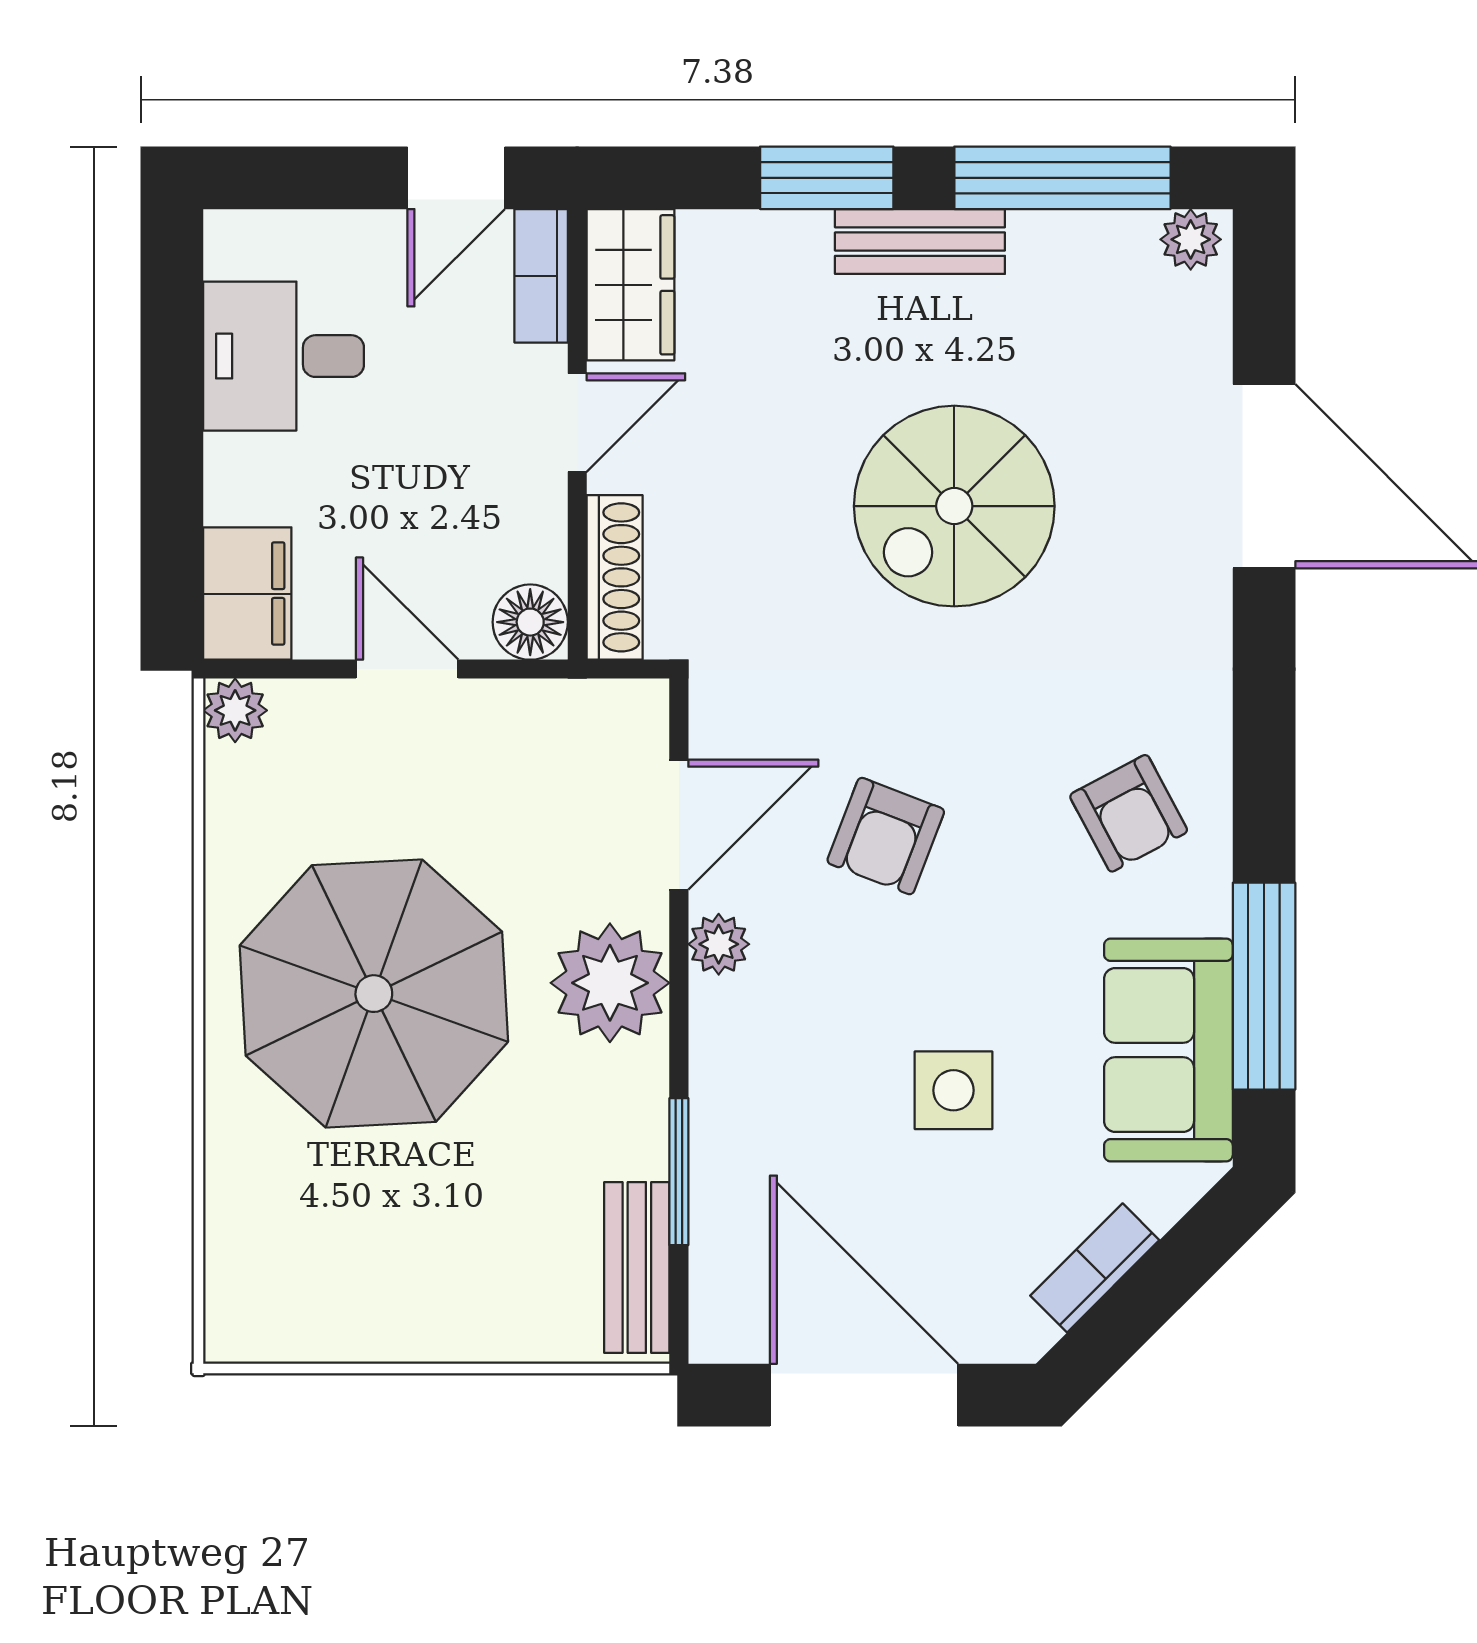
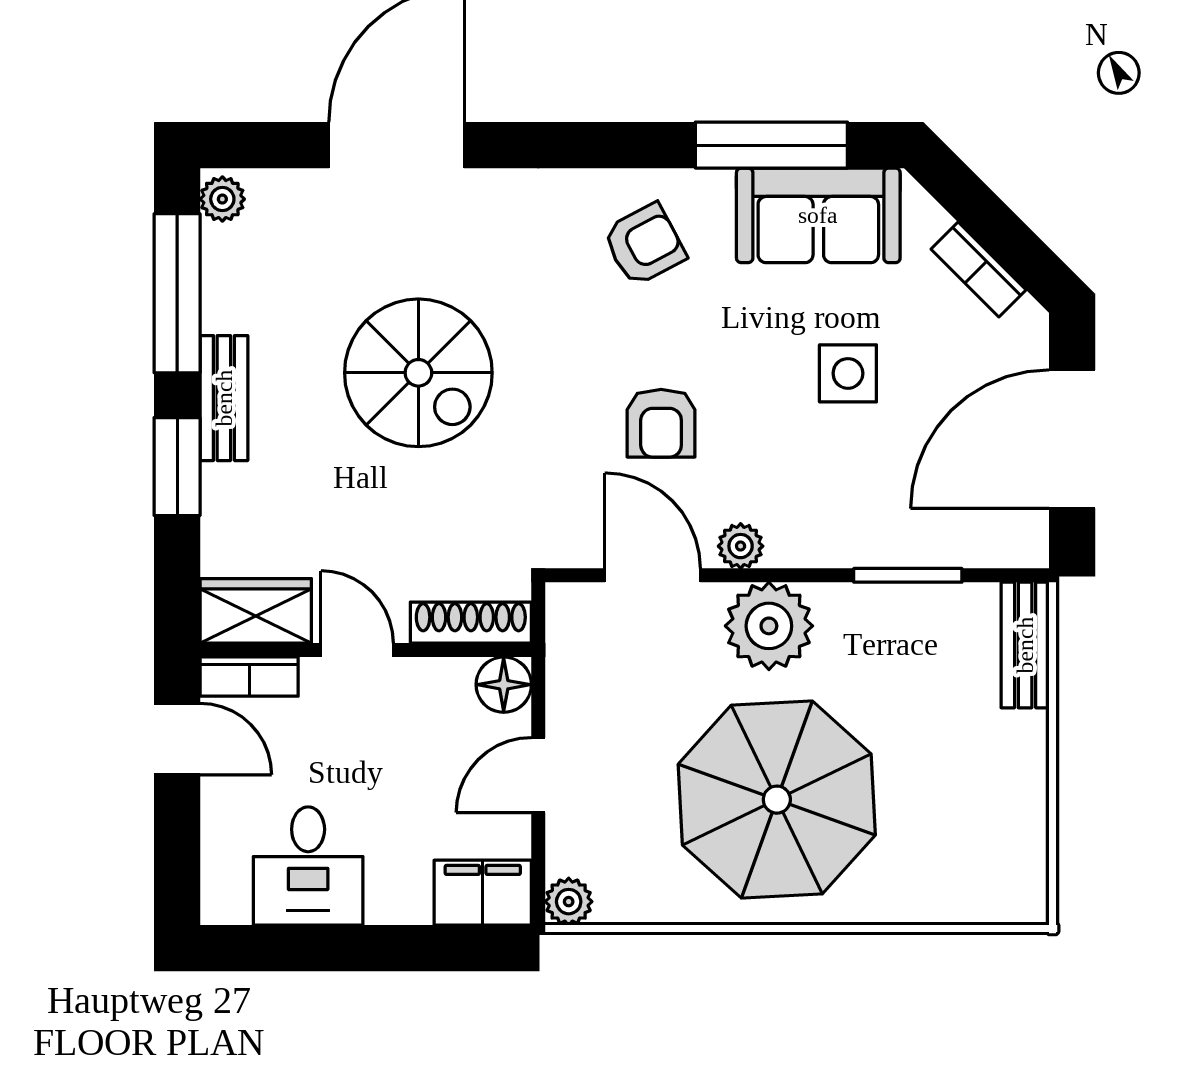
armchair: (886, 836) -> (661, 423), turned 69
bench: (637, 1267) -> (1025, 645), moved, turned 90

